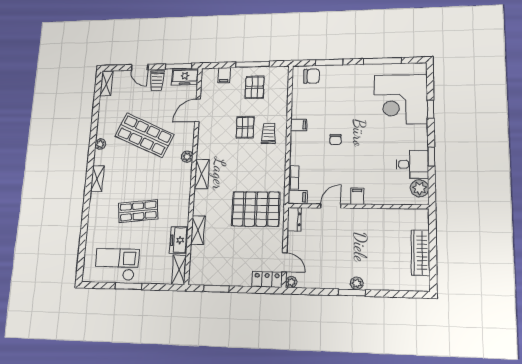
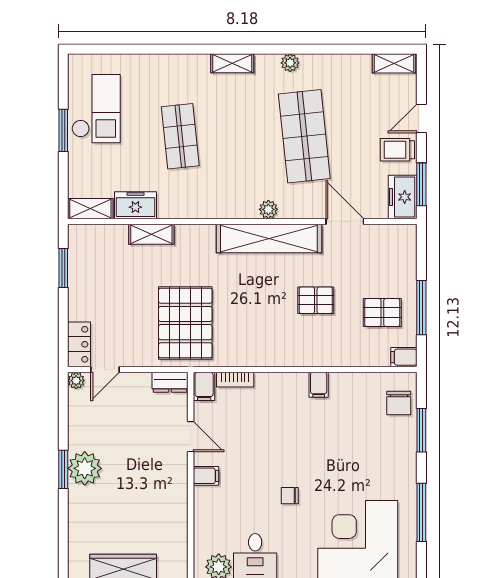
filing cabinet: (224, 75) -> (404, 357), moved
trolley: (269, 133) -> (305, 338), removed
shop shelf: (144, 135) -> (304, 136), turned -30
chair: (335, 140) -> (290, 496), moved
shelving: (202, 174) -> (269, 239), width x2.20, depth x1.33
plant: (357, 283) -> (85, 468), width x1.88, depth x1.88

